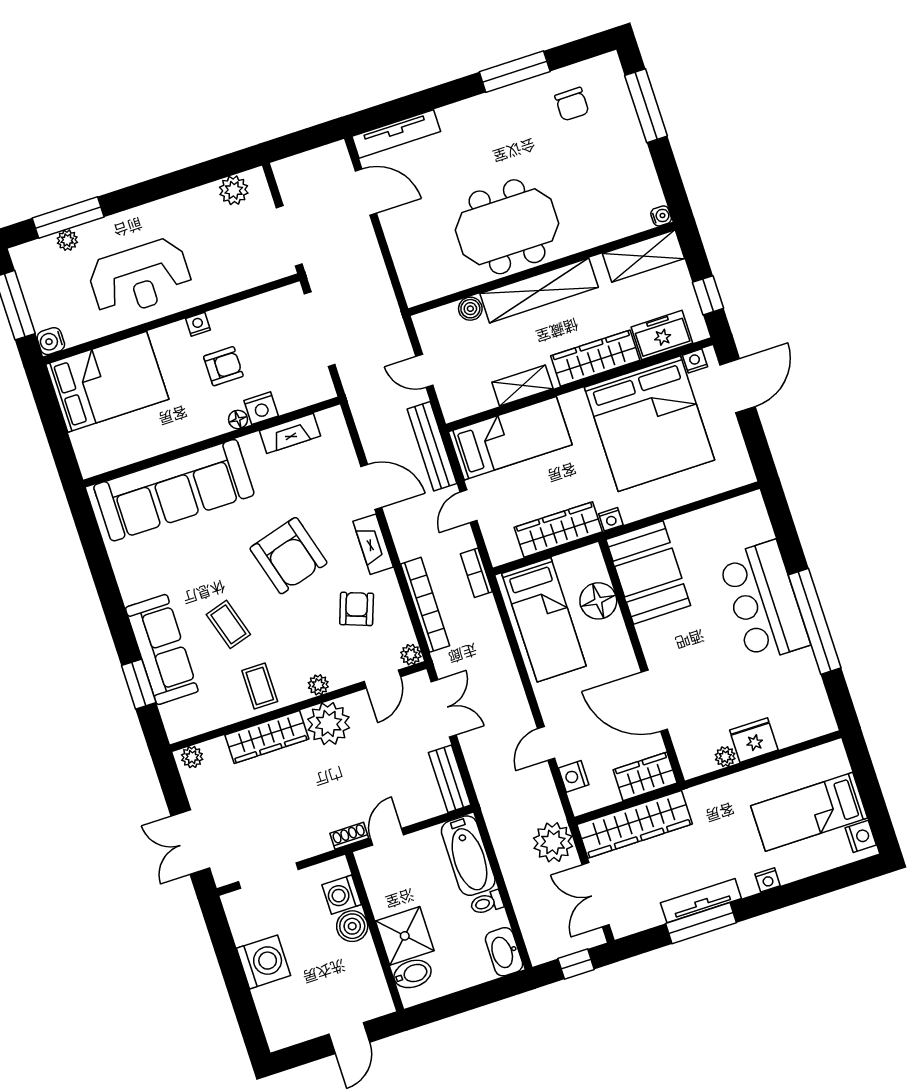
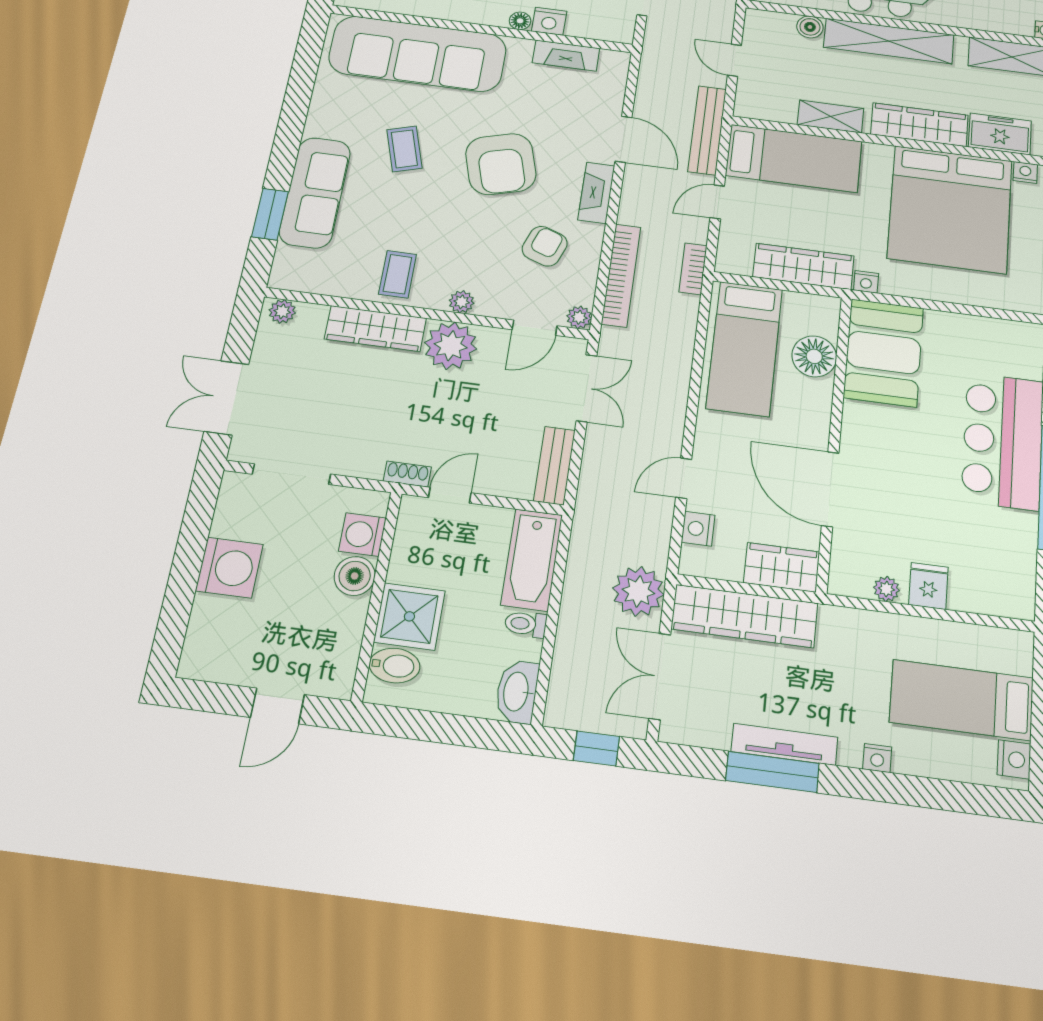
coffee table: (228, 624) -> (404, 149), moved
fridge: (754, 740) -> (928, 586), width x0.72

